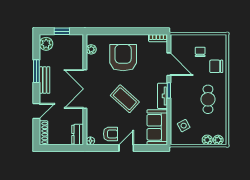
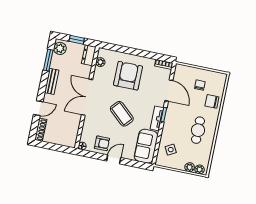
window: (36, 71) -> (48, 60), moved
dresser: (78, 135) -> (89, 55), moved

